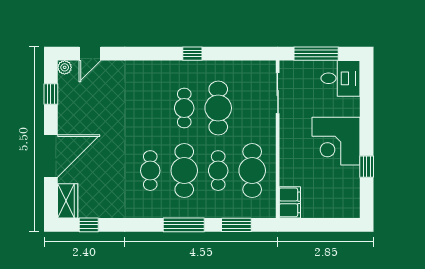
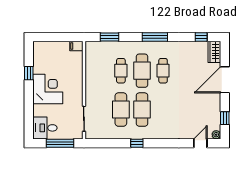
cafe table: (184, 108) -> (142, 110), width x1.37, depth x1.35
cafe table: (252, 171) -> (100, 71), removed
filing cabinet: (290, 202) -> (76, 46), width x0.50
window: (184, 225) -> (155, 37), moved

